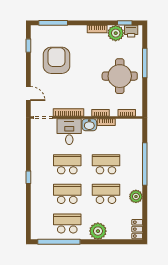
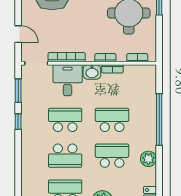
window: (28, 140) -> (18, 91), added
window: (28, 177) -> (18, 122), moved
school desk: (67, 194) -> (65, 156), turned 180

